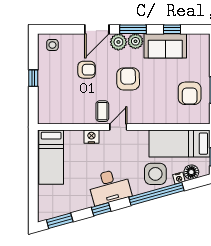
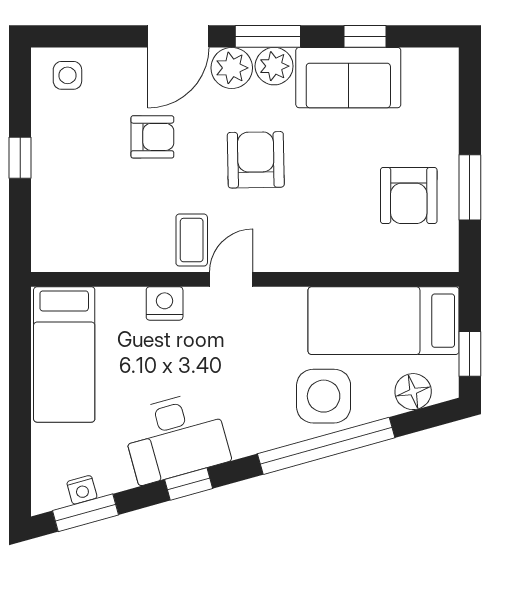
nightstand: (179, 178) -> (82, 490), moved
desk: (110, 187) -> (176, 437), moved

